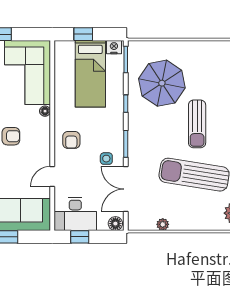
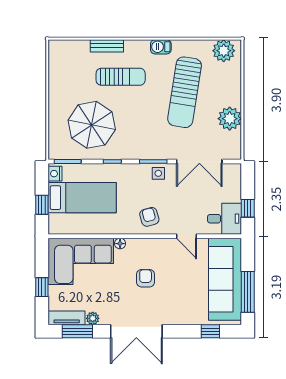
sun lounger: (197, 124) -> (121, 77), moved
armchair: (71, 140) -> (149, 217), turned -106
side table: (106, 159) -> (158, 173), moved
desk: (75, 214) -> (225, 219), width x0.73
floor lamp: (115, 224) -> (234, 172), removed
plant: (163, 224) -> (230, 119), width x1.88, depth x1.88

